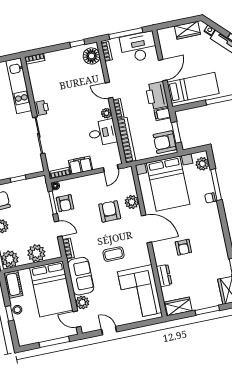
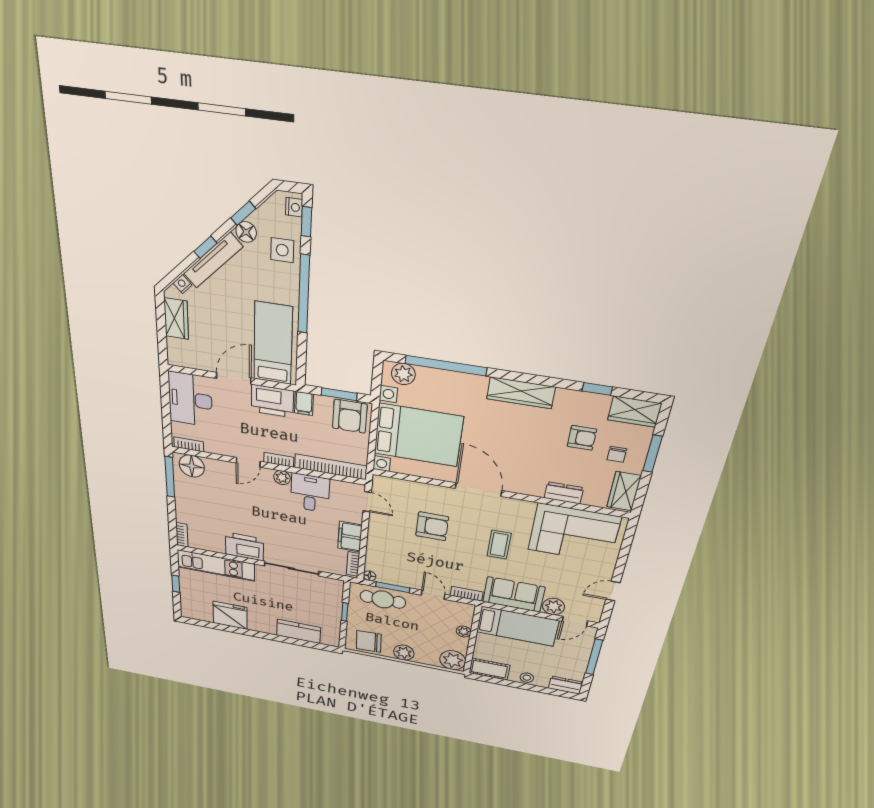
window: (126, 33) -> (166, 409), removed
window: (77, 43) -> (170, 477), width x2.17
door: (163, 70) -> (234, 378), hinge flipped
printer: (41, 108) -> (244, 547), width x1.87, depth x1.48
window: (216, 185) -> (446, 366), width x1.46
chair: (210, 198) -> (617, 454), moved
cafe table: (40, 200) -> (383, 599), added
plant: (132, 202) -> (429, 494), removed
armchair: (65, 203) -> (399, 574), removed
armchair: (110, 211) -> (432, 526), turned 180
door: (58, 229) -> (433, 595), hinge flipped
door: (146, 229) -> (479, 490), hinge flipped
wardrobe: (216, 229) -> (521, 393), added
armchair: (183, 247) -> (582, 438), moved
plant: (36, 253) -> (464, 632), width x0.53, depth x0.53
bed: (51, 289) -> (517, 626), width x0.67
window: (9, 313) -> (528, 687), removed
dresser: (23, 335) -> (565, 685), added

